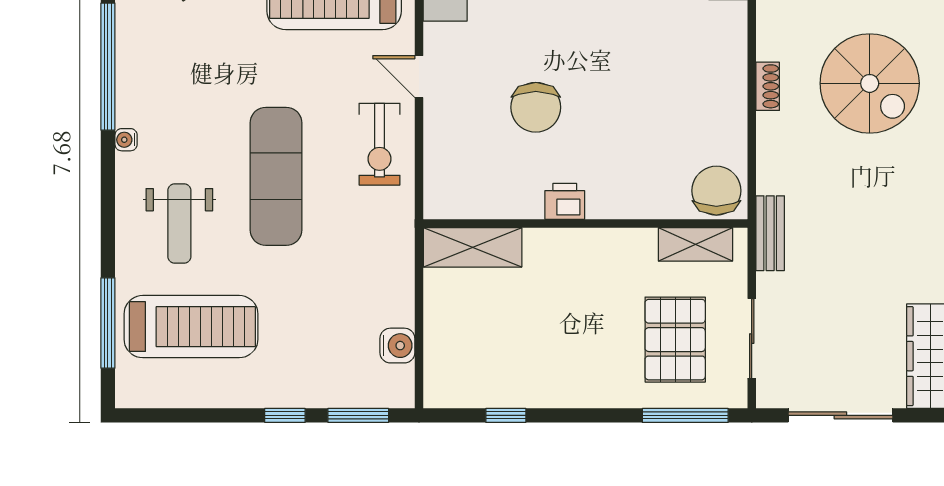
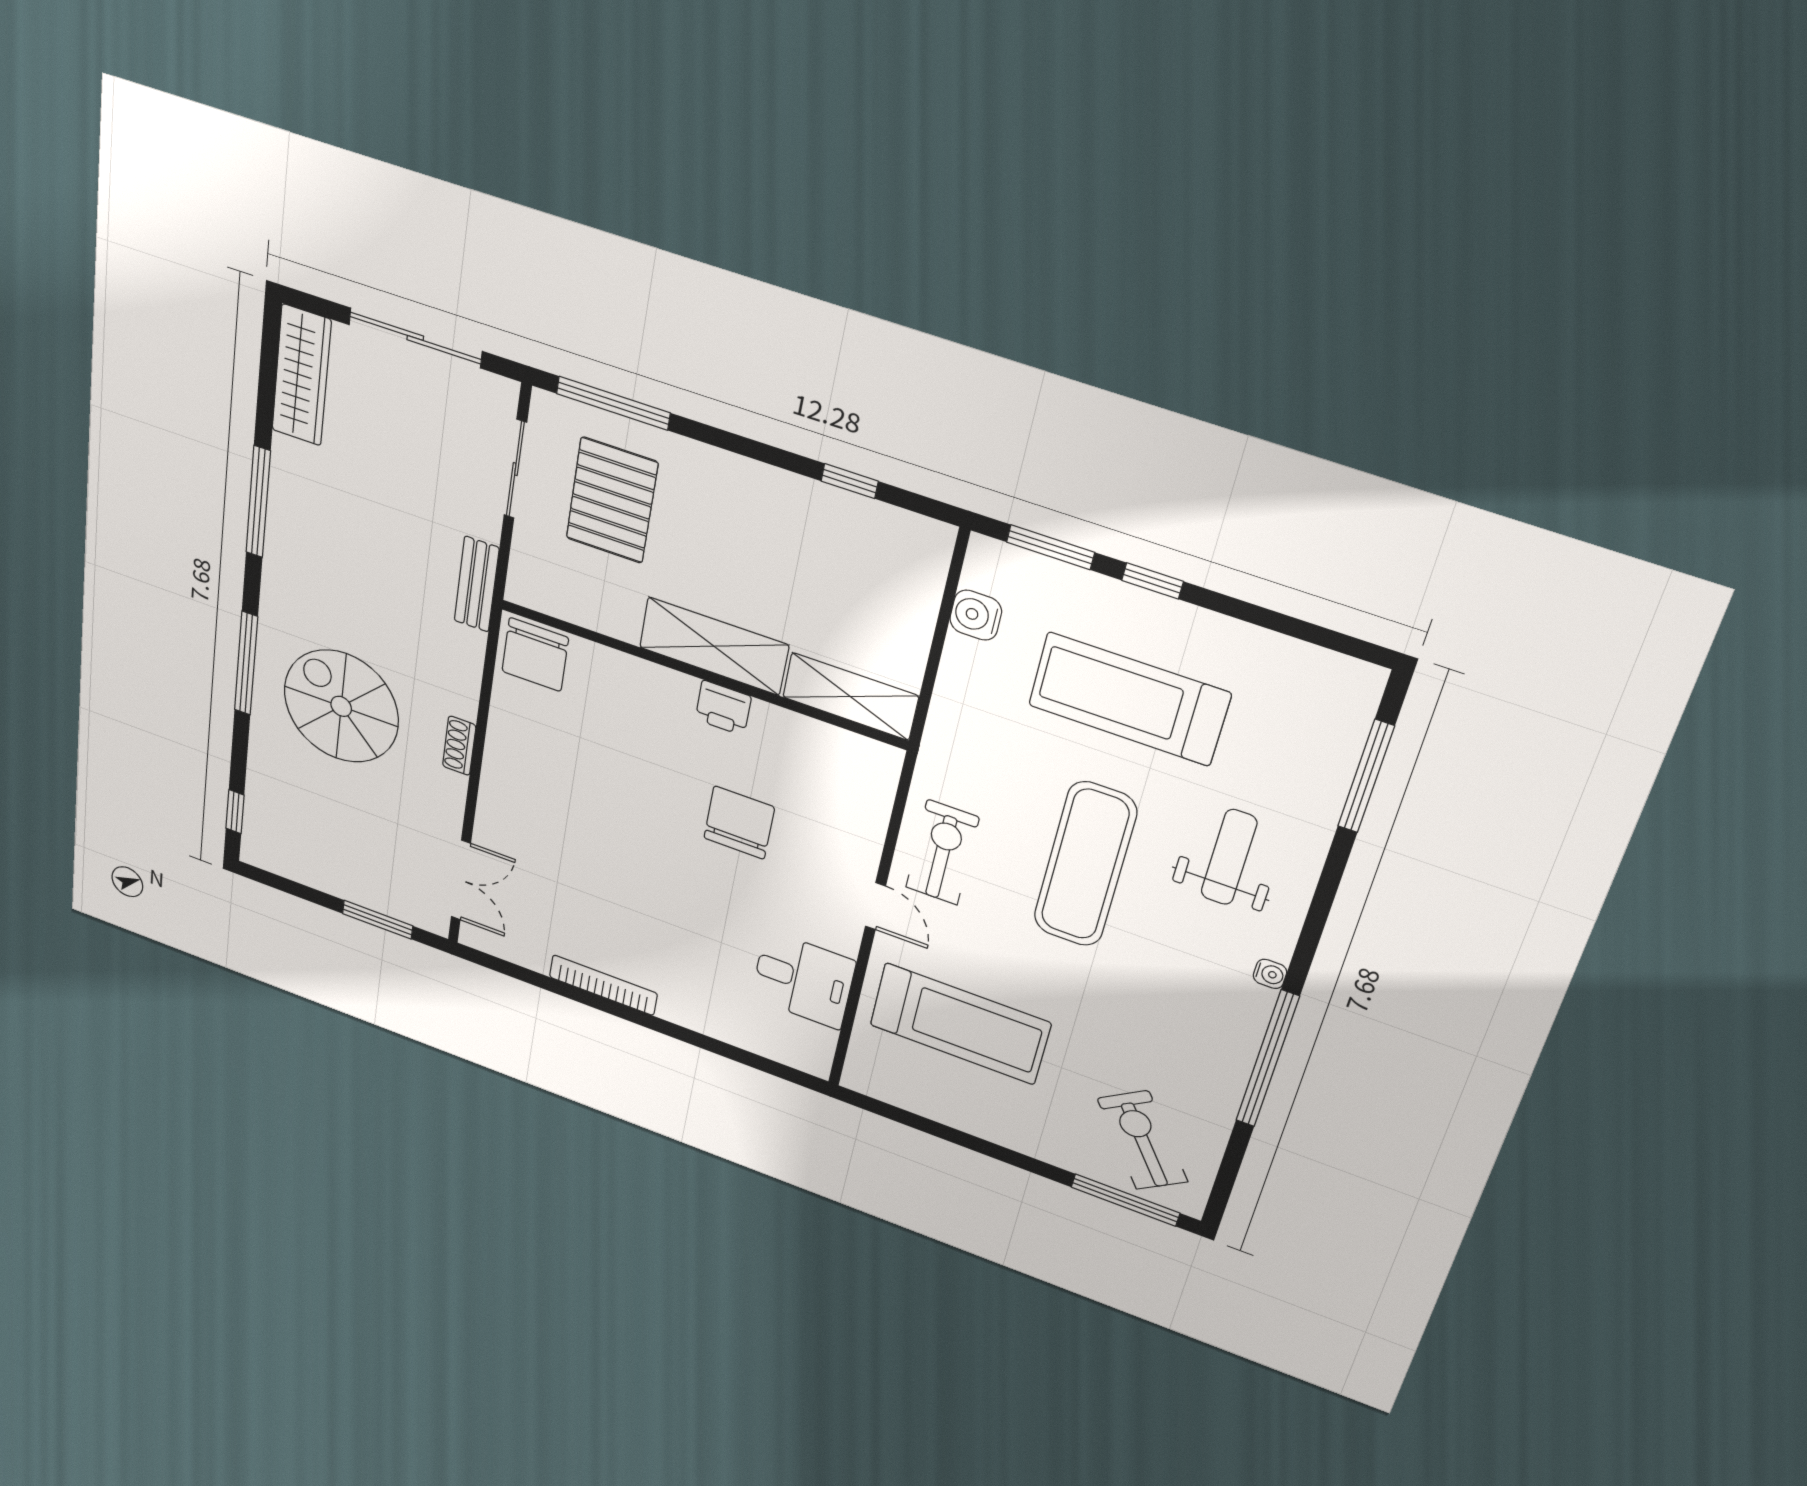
shelving: (695, 244) -> (714, 646), moved, width x1.50, depth x1.33
treadmill: (191, 327) -> (1129, 699), moved

